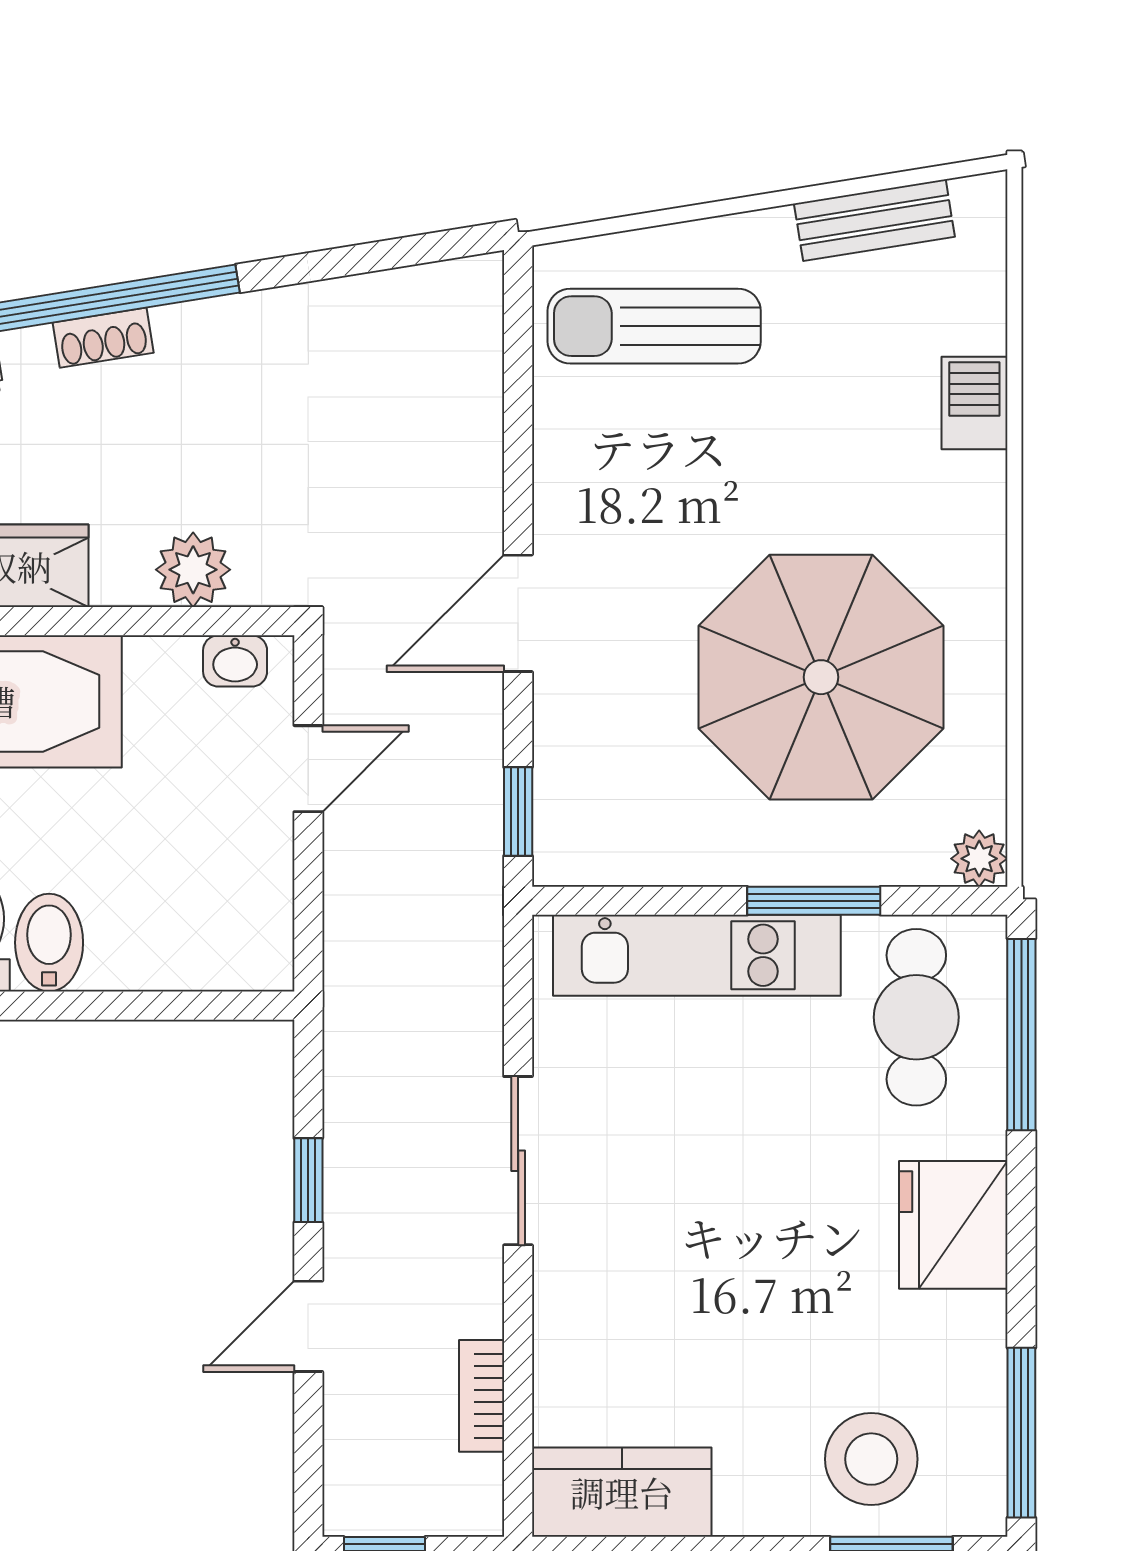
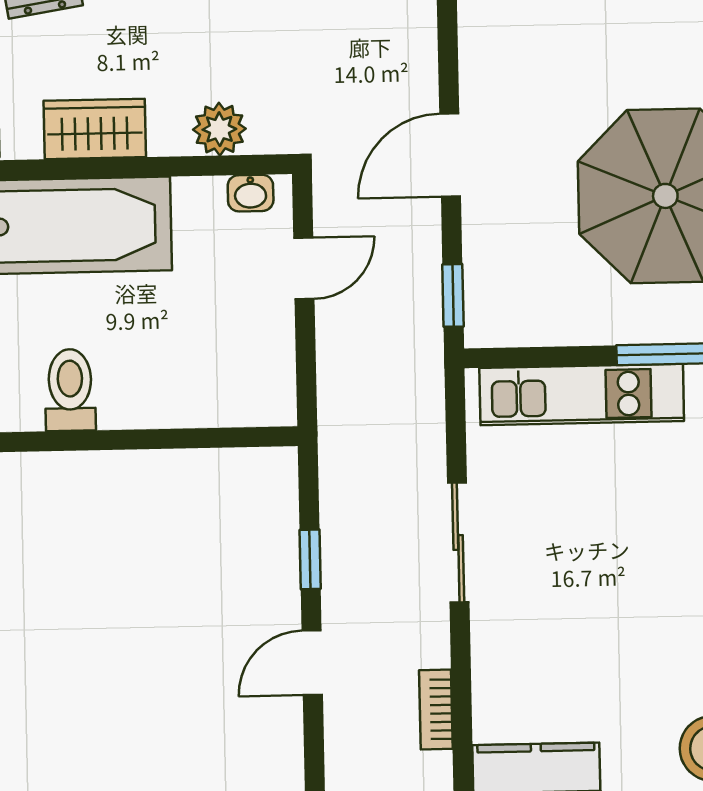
bidet: (49, 943) -> (123, 395), removed

